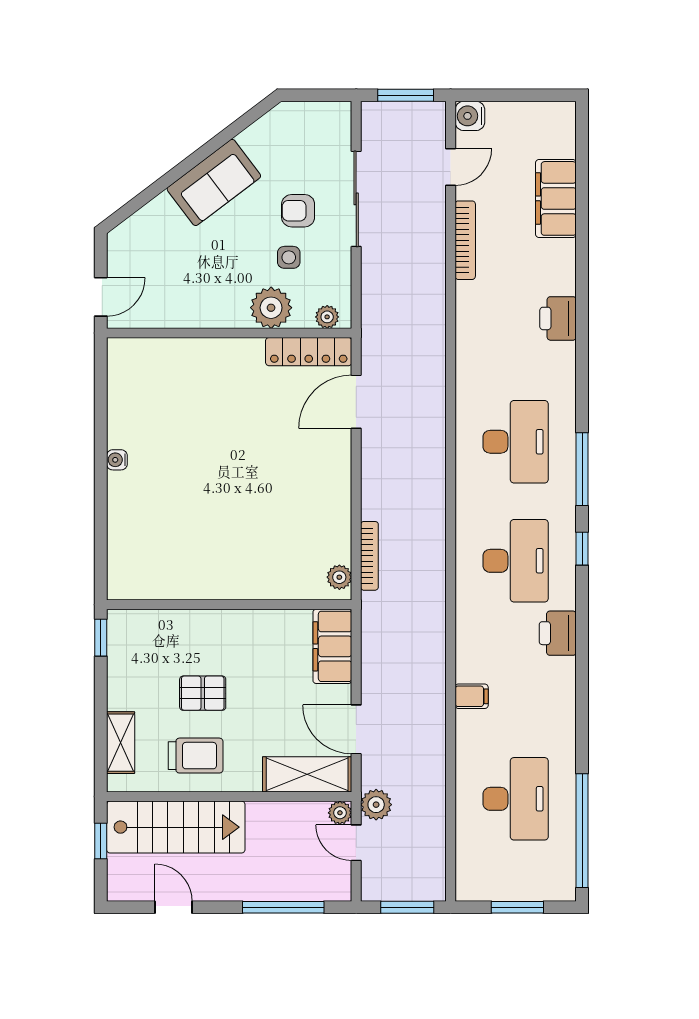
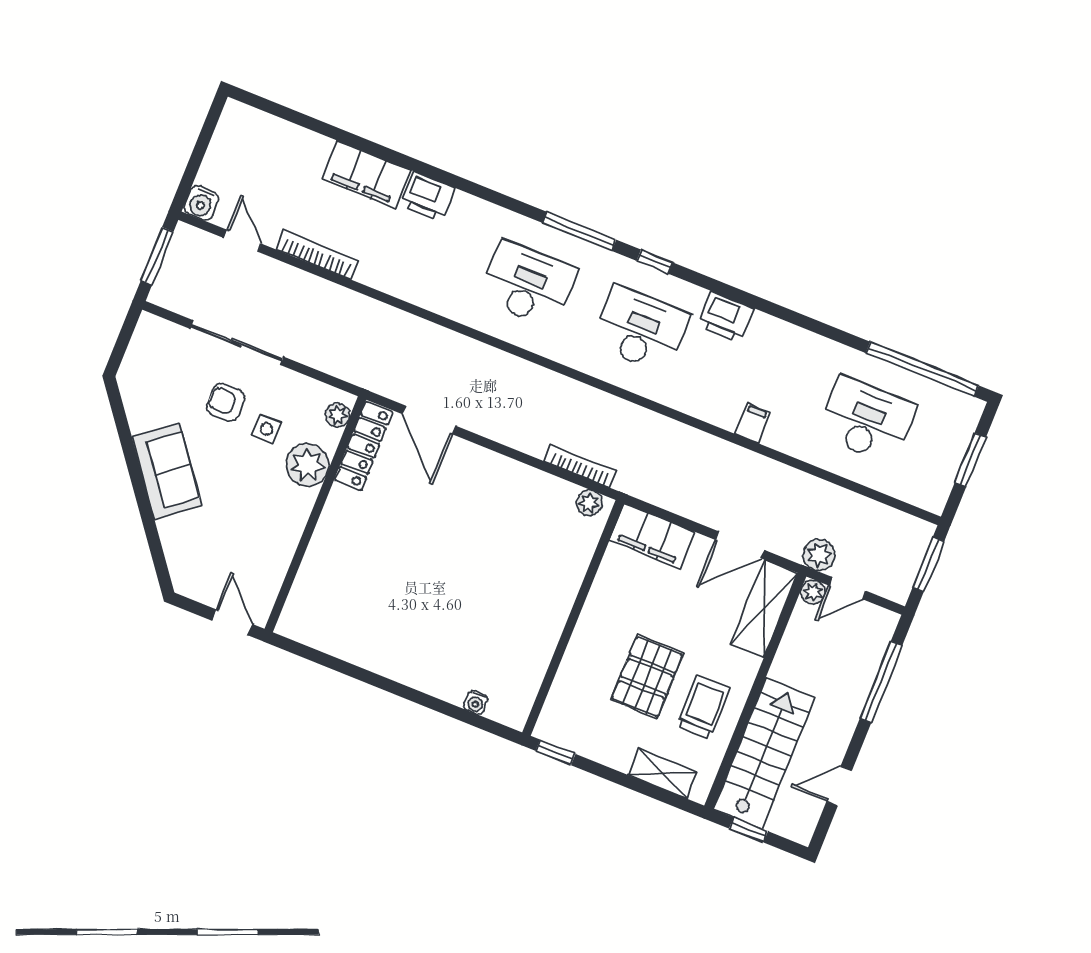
filing cabinet: (556, 198) -> (366, 175), moved
armchair: (298, 211) -> (226, 402), turned 90
water cooler: (117, 460) -> (476, 703), moved
pallet: (203, 693) -> (647, 677), width x1.50, depth x1.42

